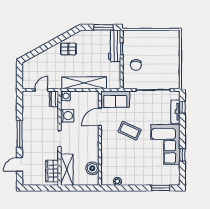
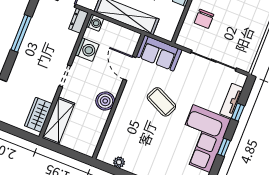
window: (182, 107) -> (238, 112), moved
door: (100, 117) -> (130, 68), hinge flipped
window: (20, 134) -> (21, 33), moved
window: (182, 155) -> (224, 147), moved
boiler: (92, 168) -> (105, 101), moved

